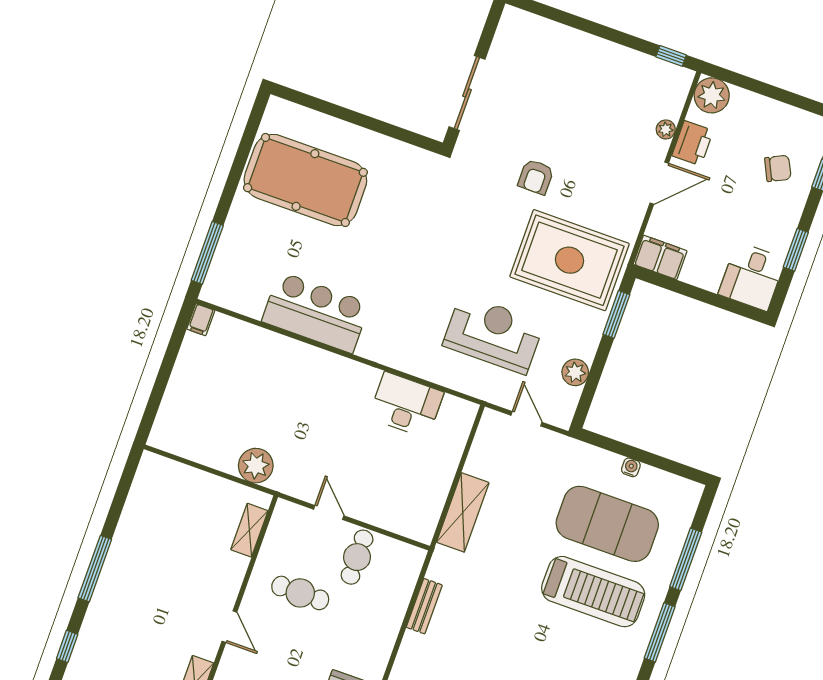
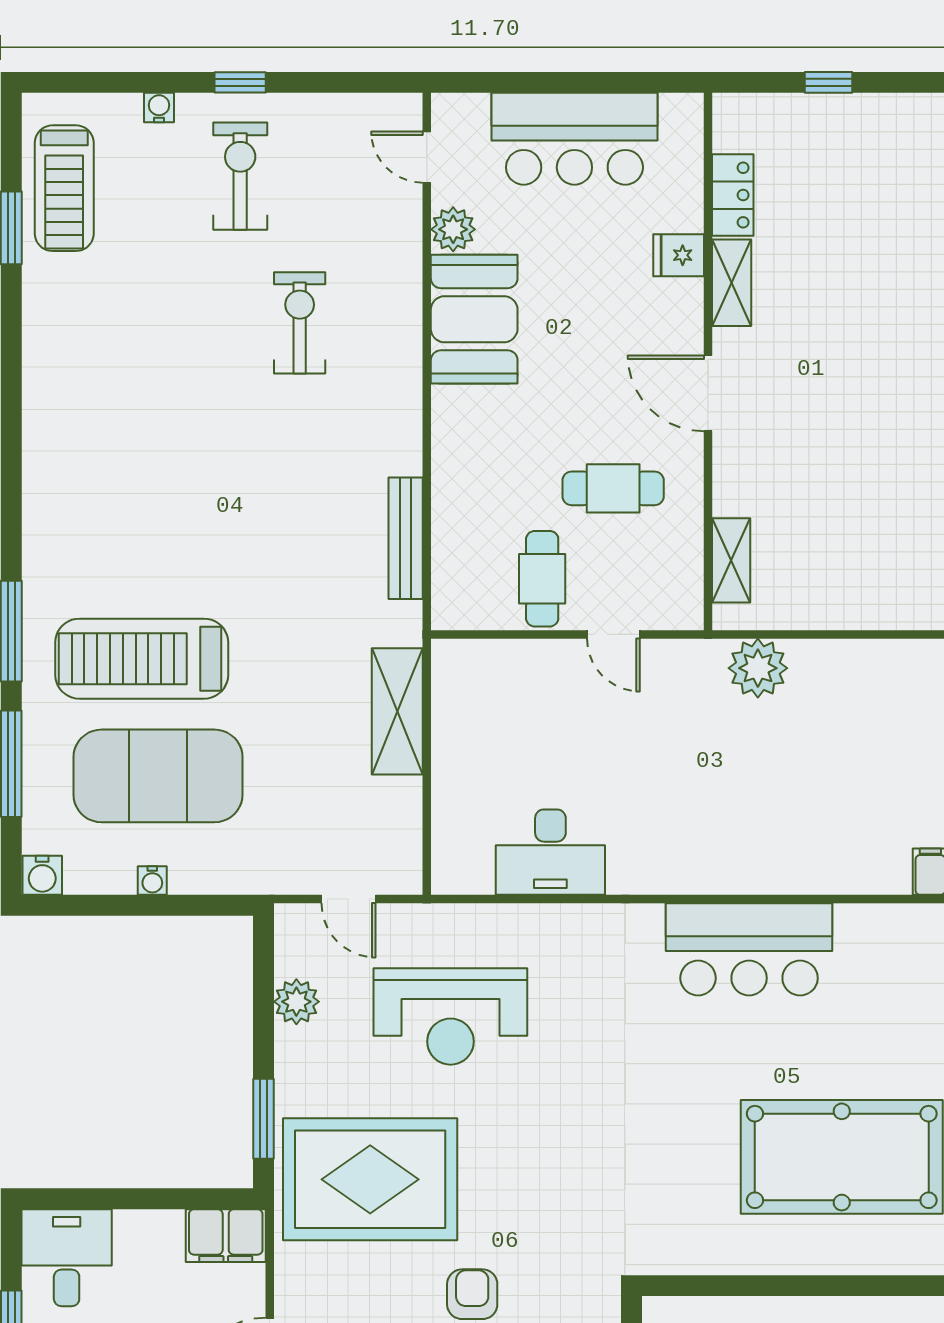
water cooler: (690, 492) -> (42, 875), added
bench: (424, 606) -> (406, 538), width x1.36
door: (229, 627) -> (708, 393), width x1.38

